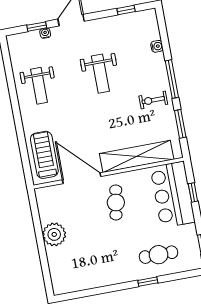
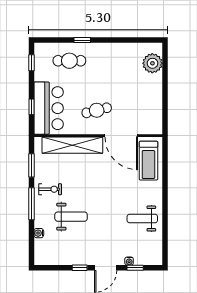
window: (126, 10) -> (80, 268), moved
weight bench: (100, 74) -> (71, 217), moved, turned 90
weight bench: (39, 86) -> (142, 219), turned -90
cafe table: (116, 202) -> (97, 110), turned 66
plant: (54, 234) -> (152, 63), moved

